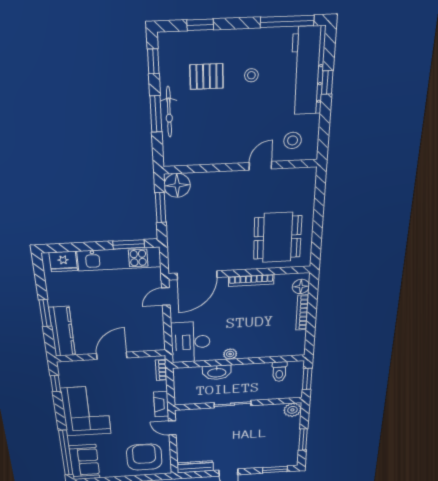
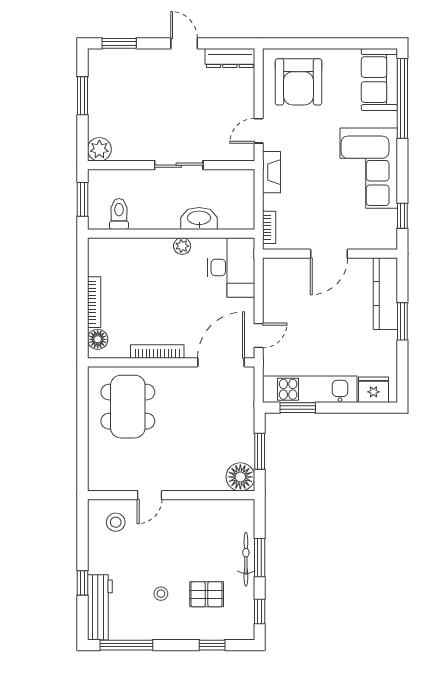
workbench: (307, 71) -> (100, 607), width x0.73, depth x0.76
door: (172, 428) -> (259, 131), swing flipped

